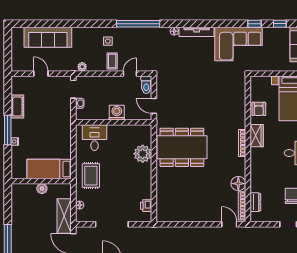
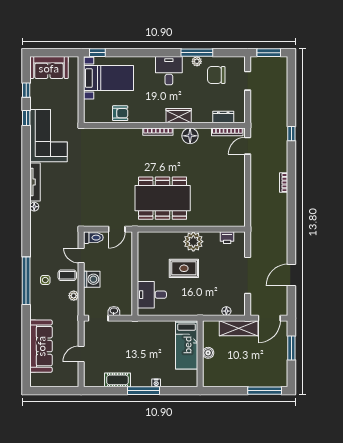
window: (138, 24) -> (26, 281), moved
plant: (82, 67) -> (74, 296), moved
washing machine: (117, 113) -> (92, 279), moved, turned 180
wardrobe: (257, 136) -> (179, 116), moved
dining table: (182, 147) -> (163, 198), turned 90
plant: (143, 154) -> (193, 242), moved
rug: (91, 176) -> (184, 268), moved
floor lamp: (238, 184) -> (190, 136), moved

